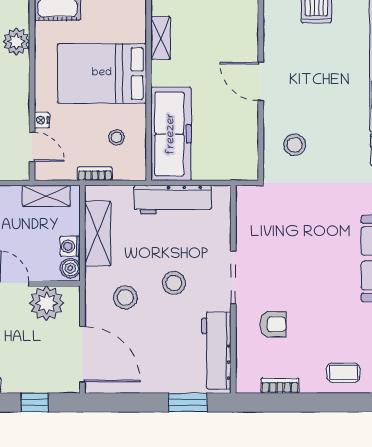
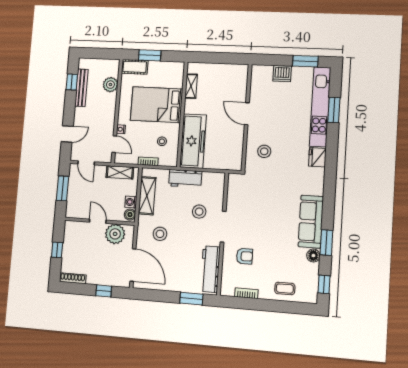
workbench: (173, 200) -> (185, 179), width x0.73
stool: (174, 283) -> (199, 212), moved

